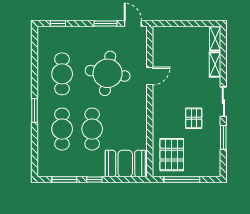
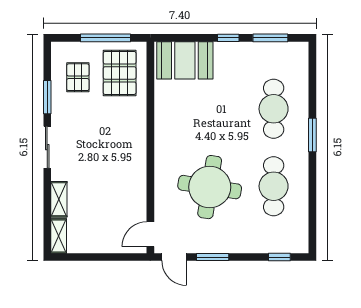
door: (150, 76) -> (150, 234), moved
pallet: (194, 118) -> (78, 77), moved
cafe table: (92, 129) -> (231, 109), removed

